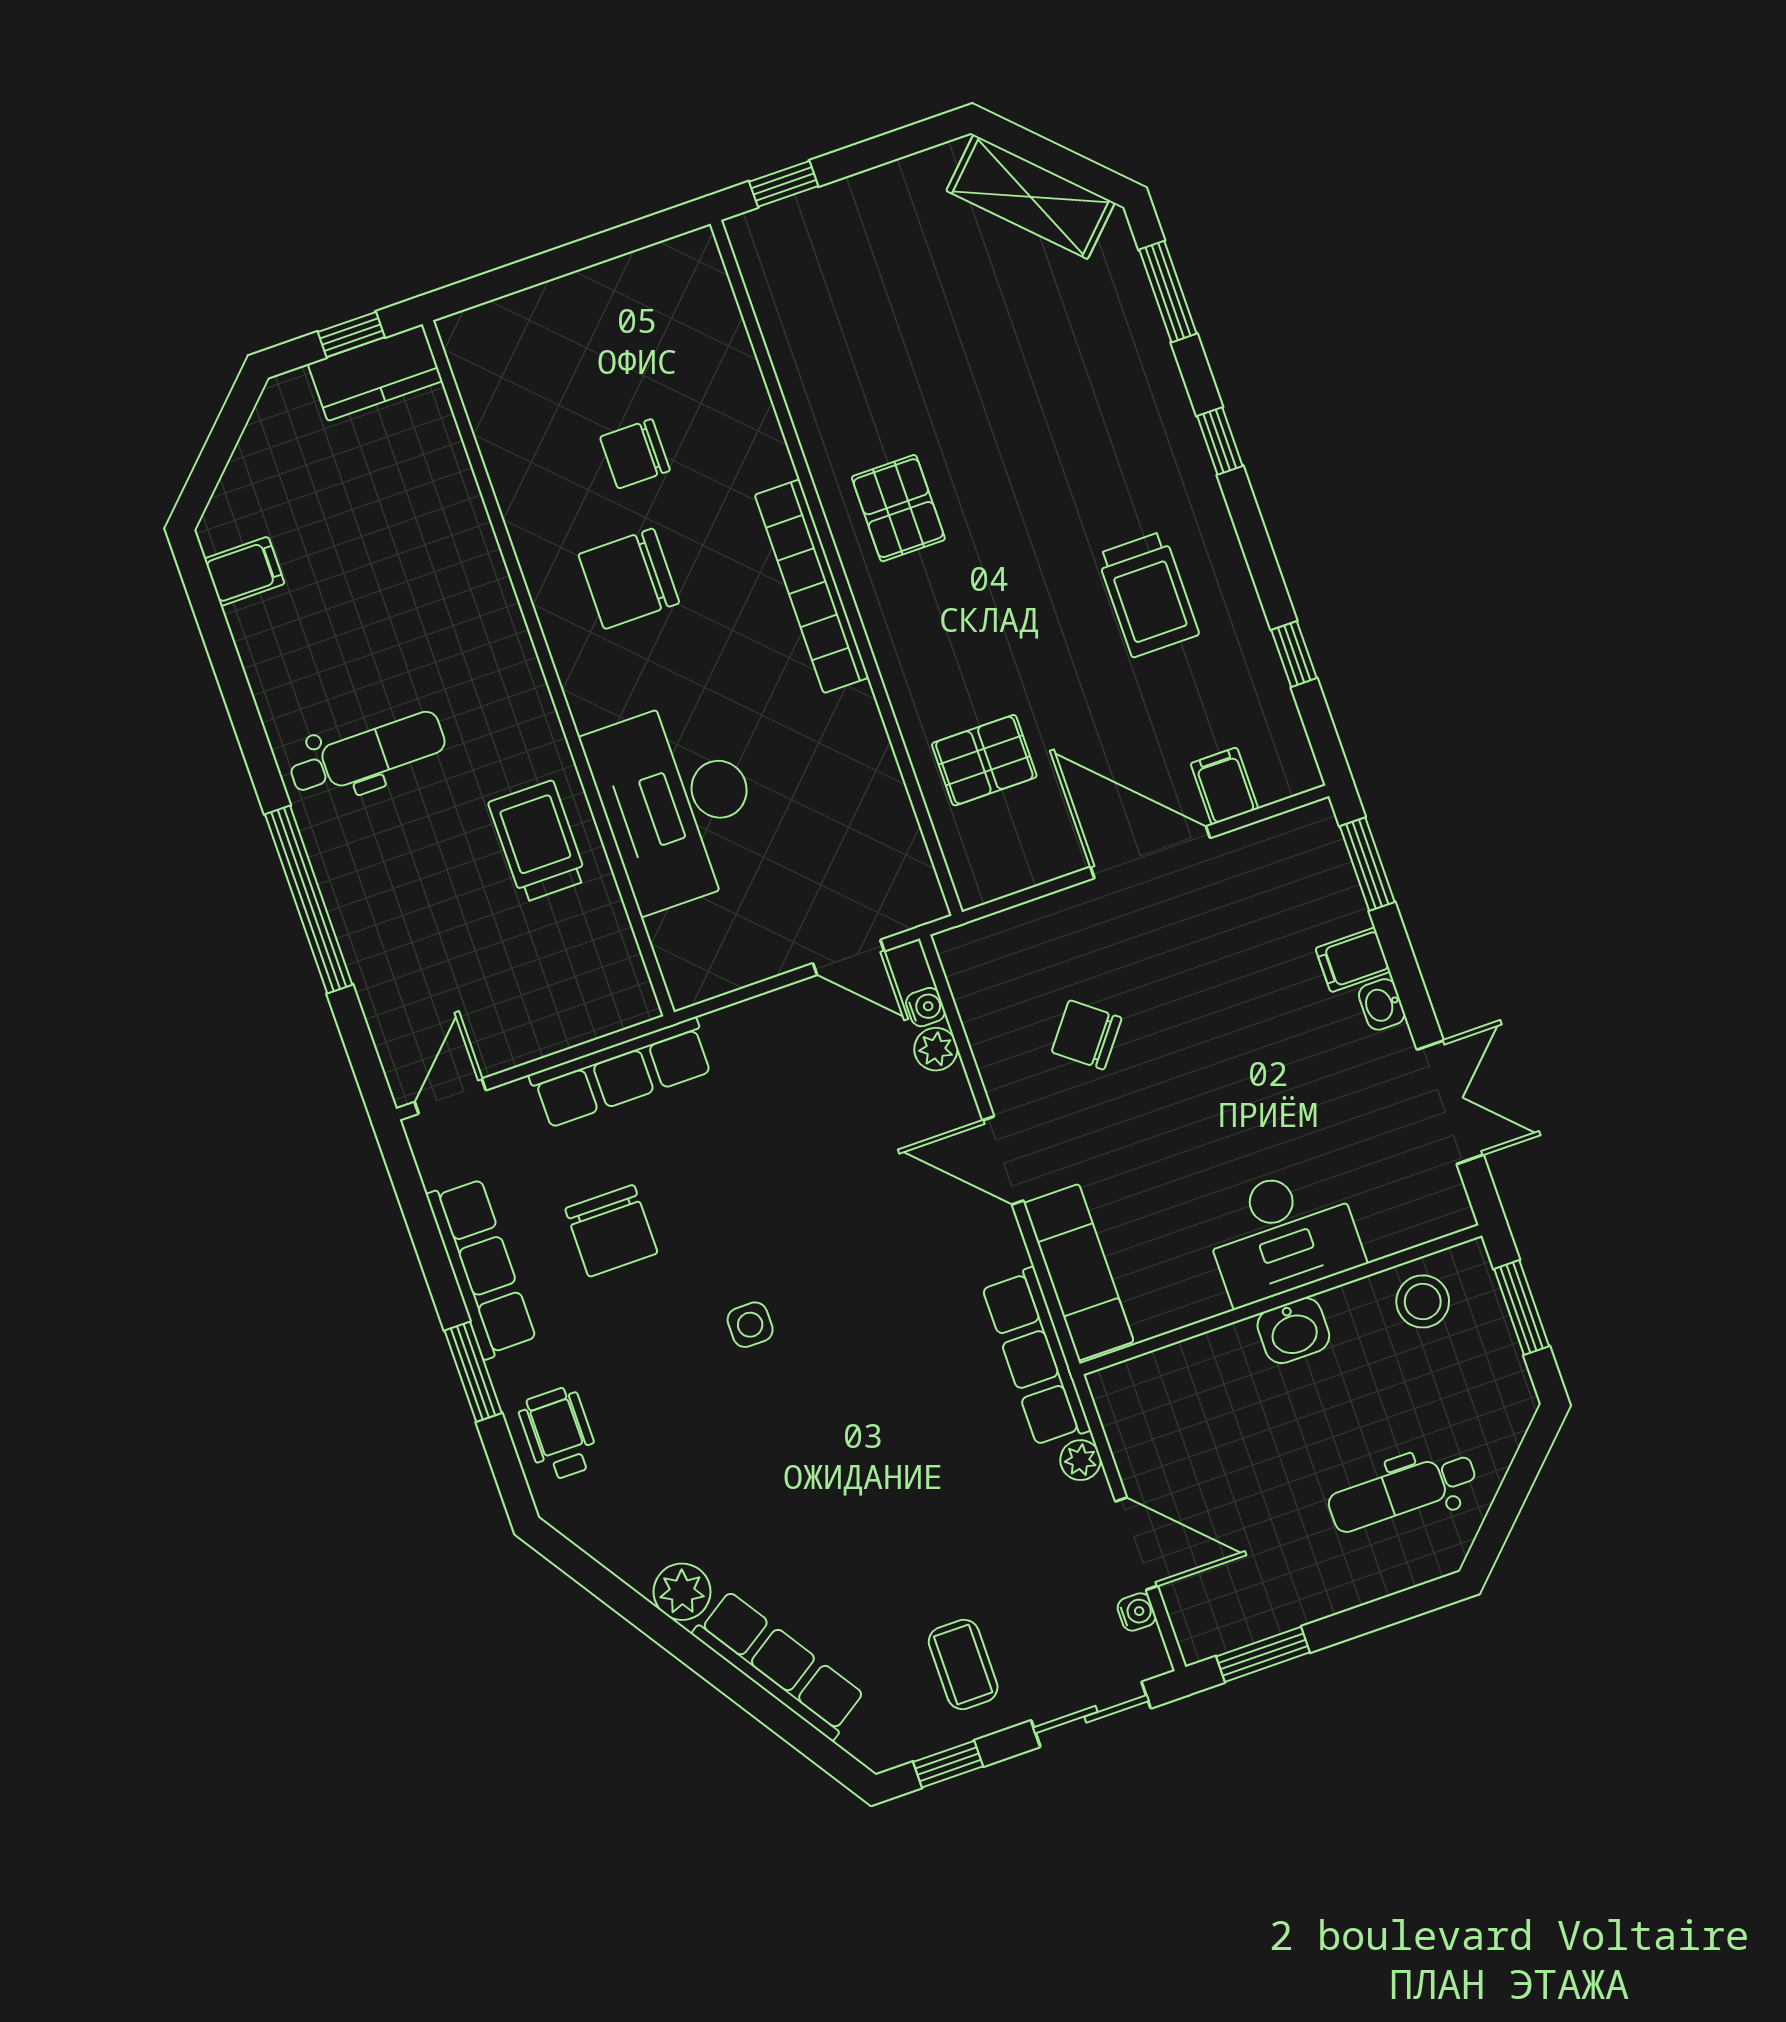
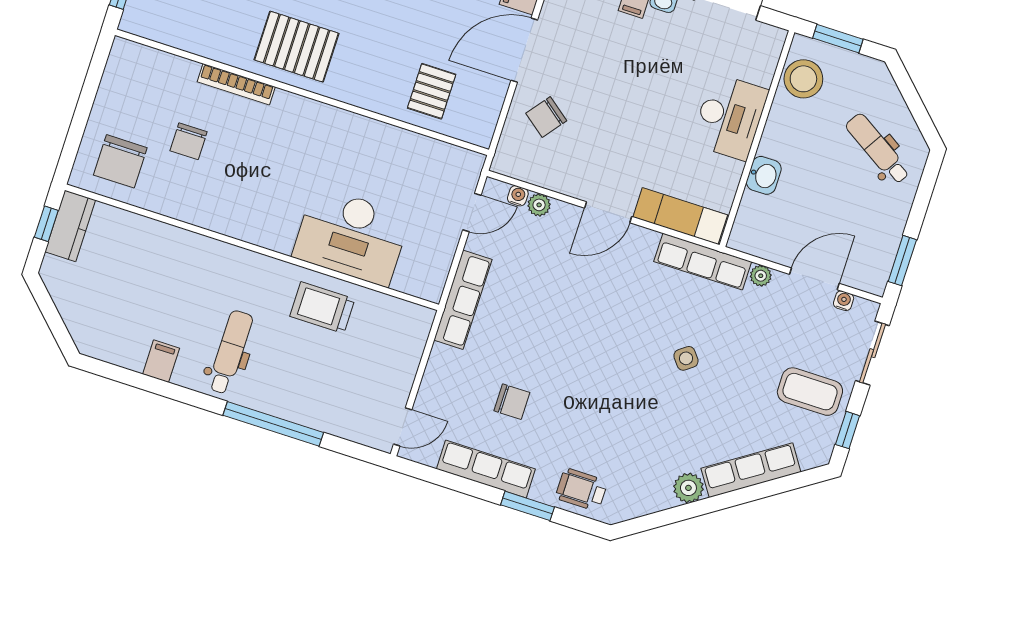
pallet: (898, 508) -> (297, 47), width x1.50, depth x1.42
filing cabinet: (244, 571) -> (161, 361), moved
chair: (629, 579) -> (120, 161), moved
bookcase: (812, 586) -> (236, 84), moved, width x0.68, depth x0.76
chair: (1087, 1035) -> (546, 117), moved
row of seats: (621, 1073) -> (463, 300), moved
door: (450, 1096) -> (403, 427), swing flipped
chair: (611, 1231) -> (512, 402), width x0.73, depth x0.73
stool: (1423, 1301) -> (803, 79), width x1.38, depth x1.38
side table: (750, 1325) -> (686, 358), moved, turned -38
washbasin: (1293, 1331) -> (764, 175), moved
dental chair: (1402, 1492) -> (878, 149), turned 122
coffee table: (963, 1664) -> (810, 392), width x1.36, depth x1.30

